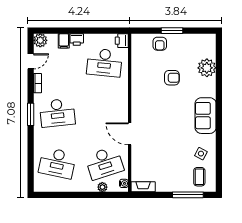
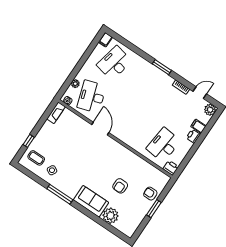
door: (31, 61) -> (200, 93), swing flipped
desk: (57, 113) -> (150, 87), removed
sofa: (206, 116) -> (91, 201), moved
window: (219, 130) -> (60, 194), added
door: (130, 134) -> (100, 129), hinge flipped
filing cabinet: (41, 187) -> (105, 40), added
window: (188, 195) -> (29, 141), width x0.46

